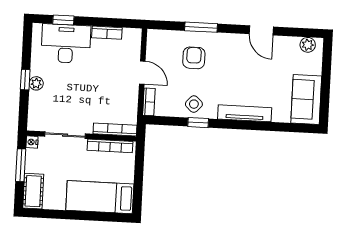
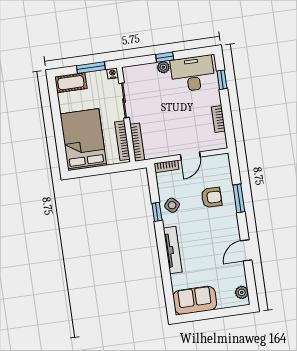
desk: (66, 44) -> (193, 74), moved, turned -90
bed: (100, 197) -> (83, 140), width x1.50

